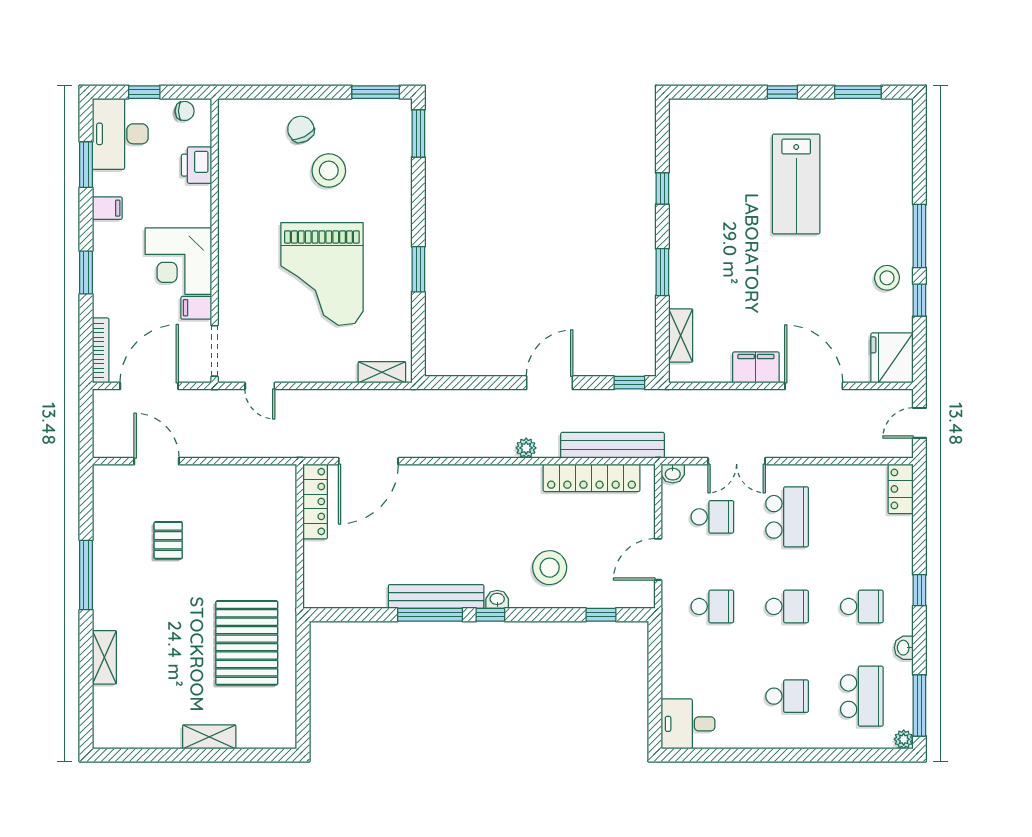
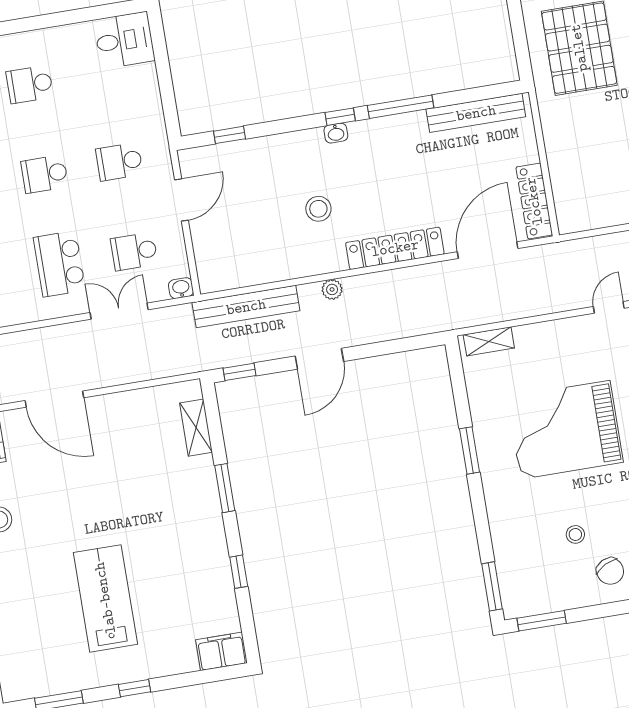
stool: (329, 171) -> (575, 534), width x0.53, depth x0.53
grand piano: (322, 274) -> (565, 430), turned -90
filing cabinet: (756, 367) -> (221, 651), moved, turned 180
door: (260, 386) -> (609, 307), hinge flipped
locker: (592, 478) -> (395, 248), moved
stool: (550, 568) -> (318, 209), moved, width x0.73, depth x0.73
bench: (436, 597) -> (476, 113), moved

